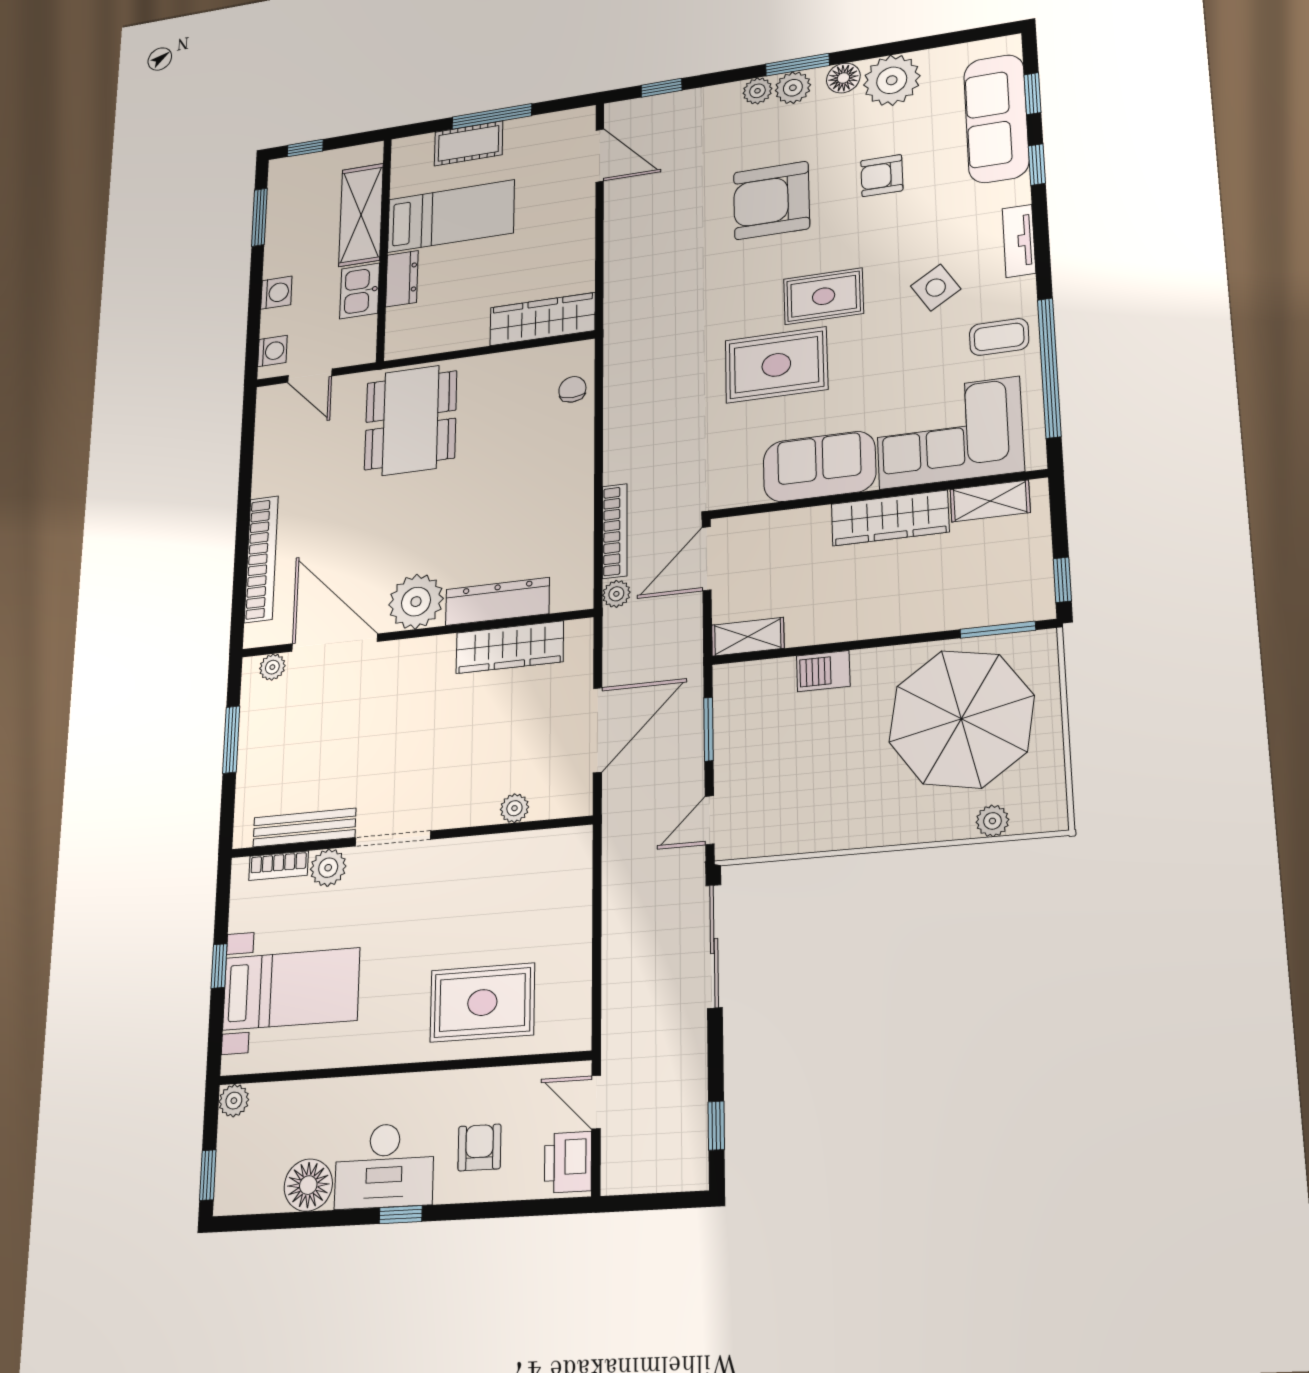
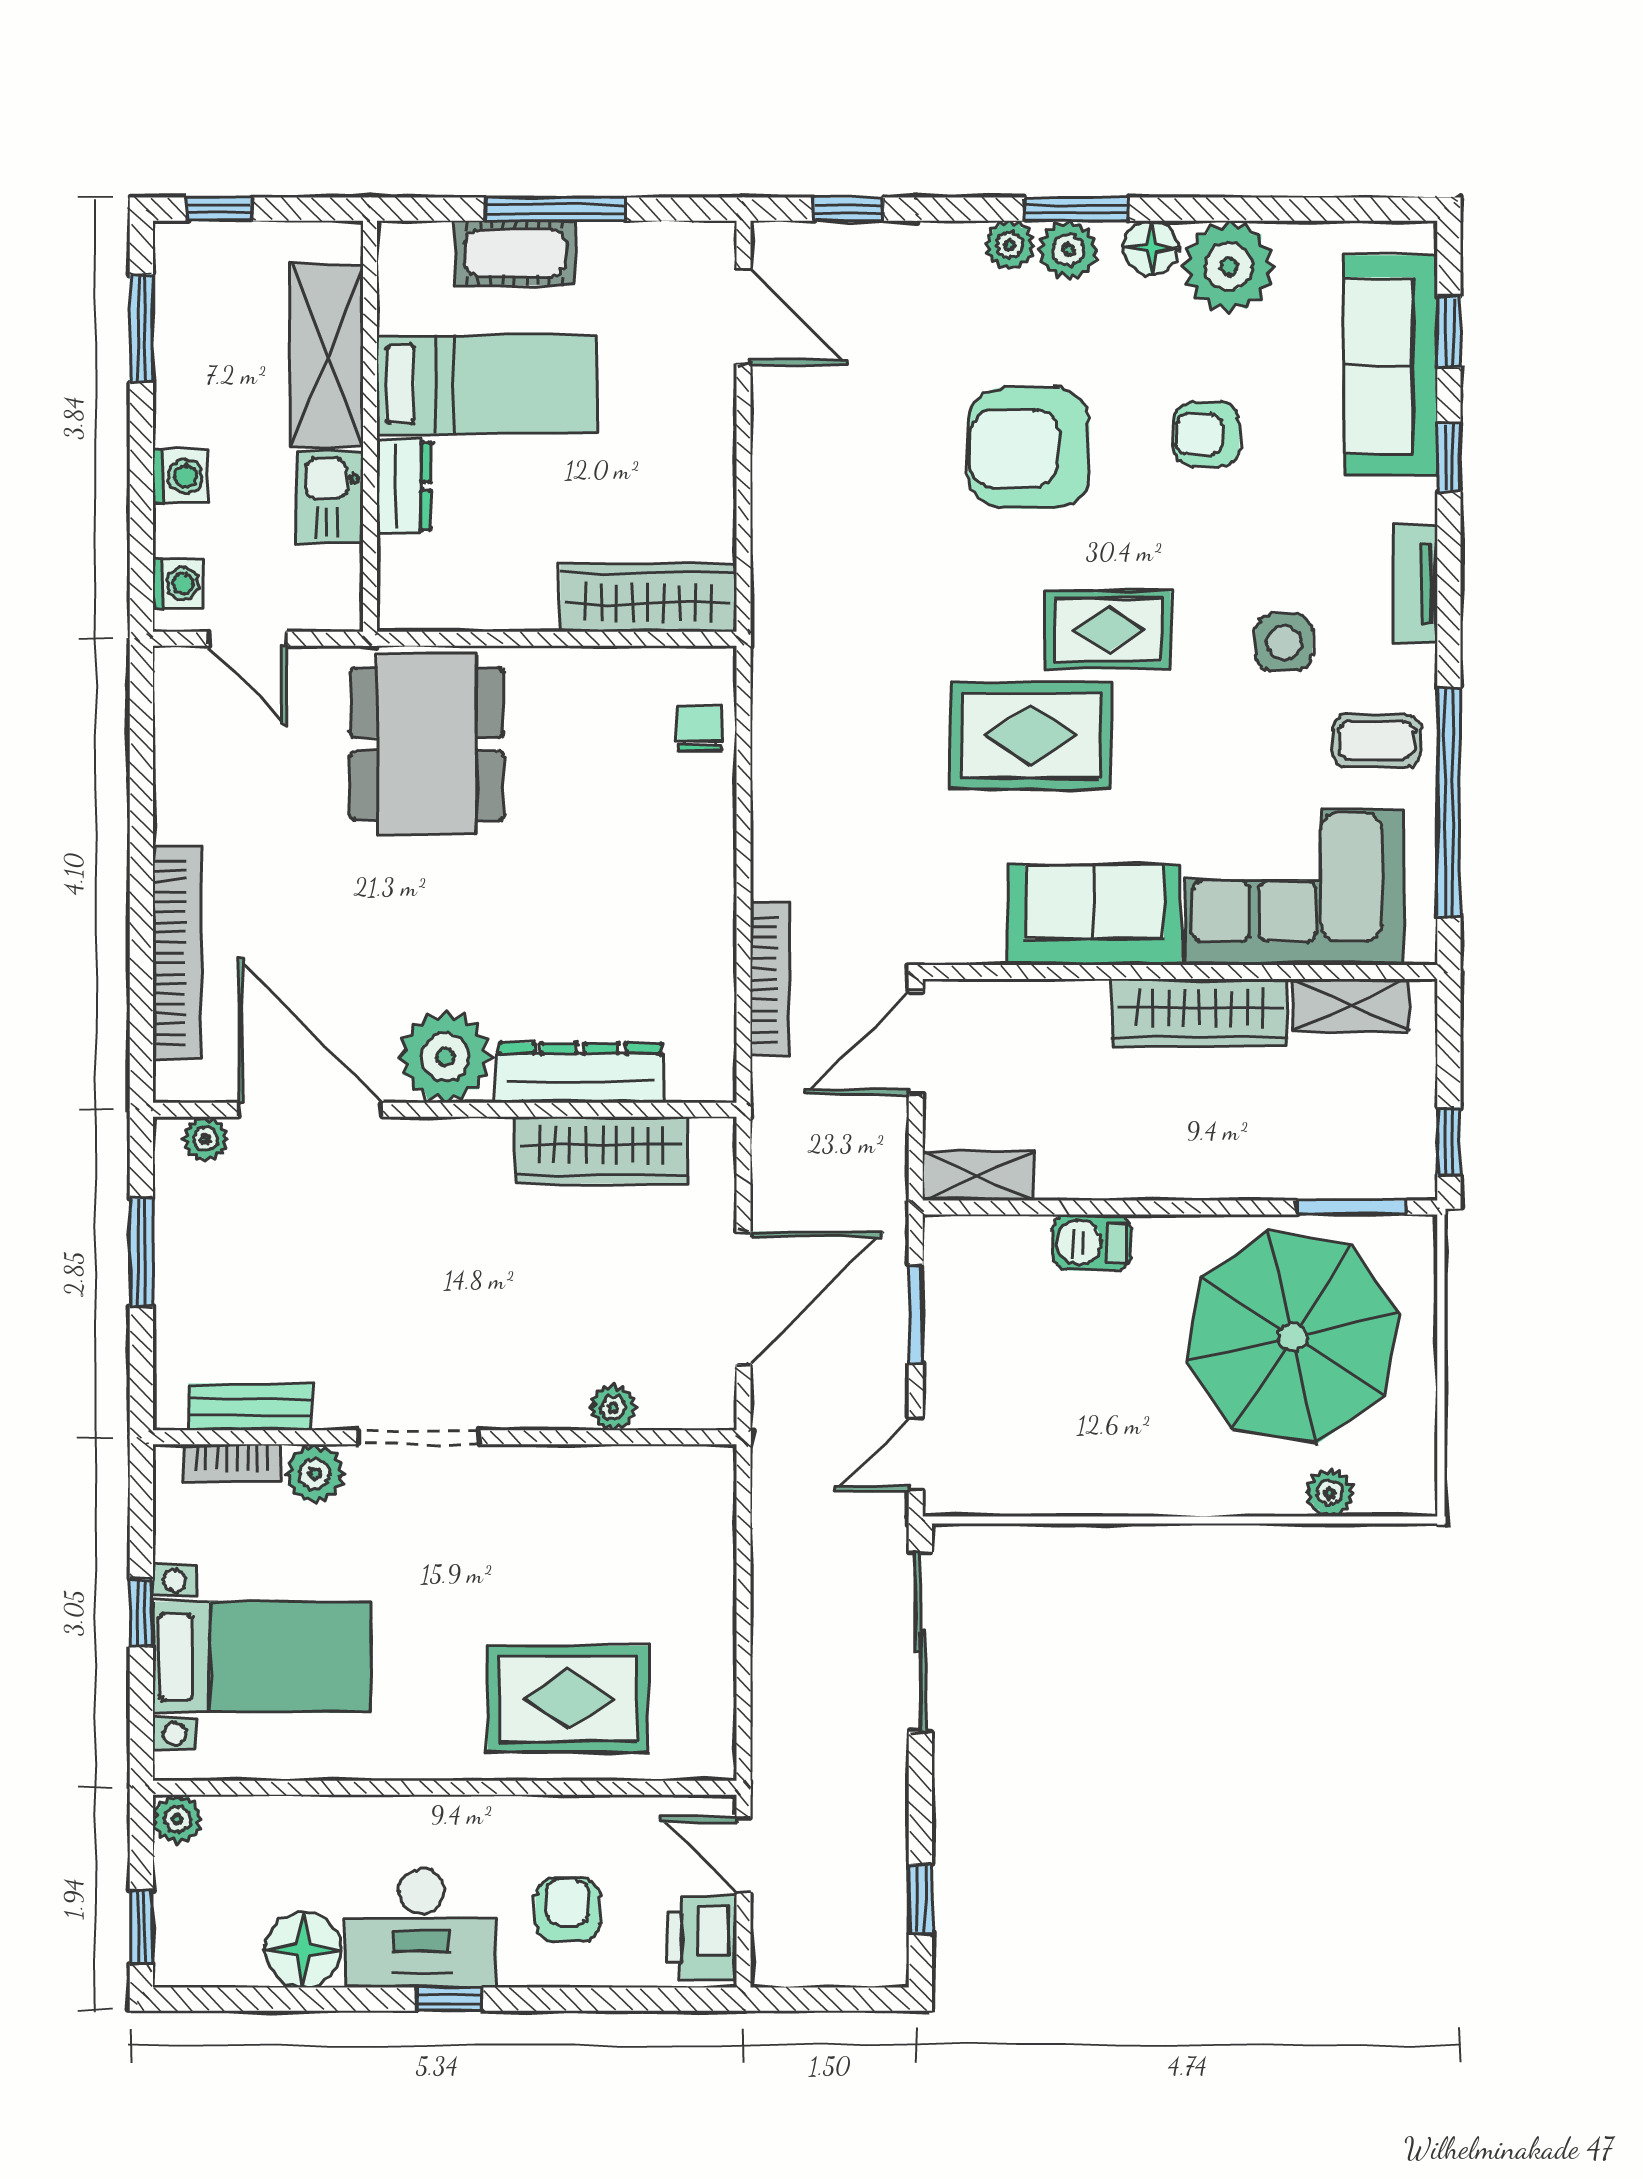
side table: (936, 288) -> (1284, 642), turned 32
plant: (616, 594) -> (773, 1083), removed
bench: (304, 828) -> (250, 1407), width x0.73

